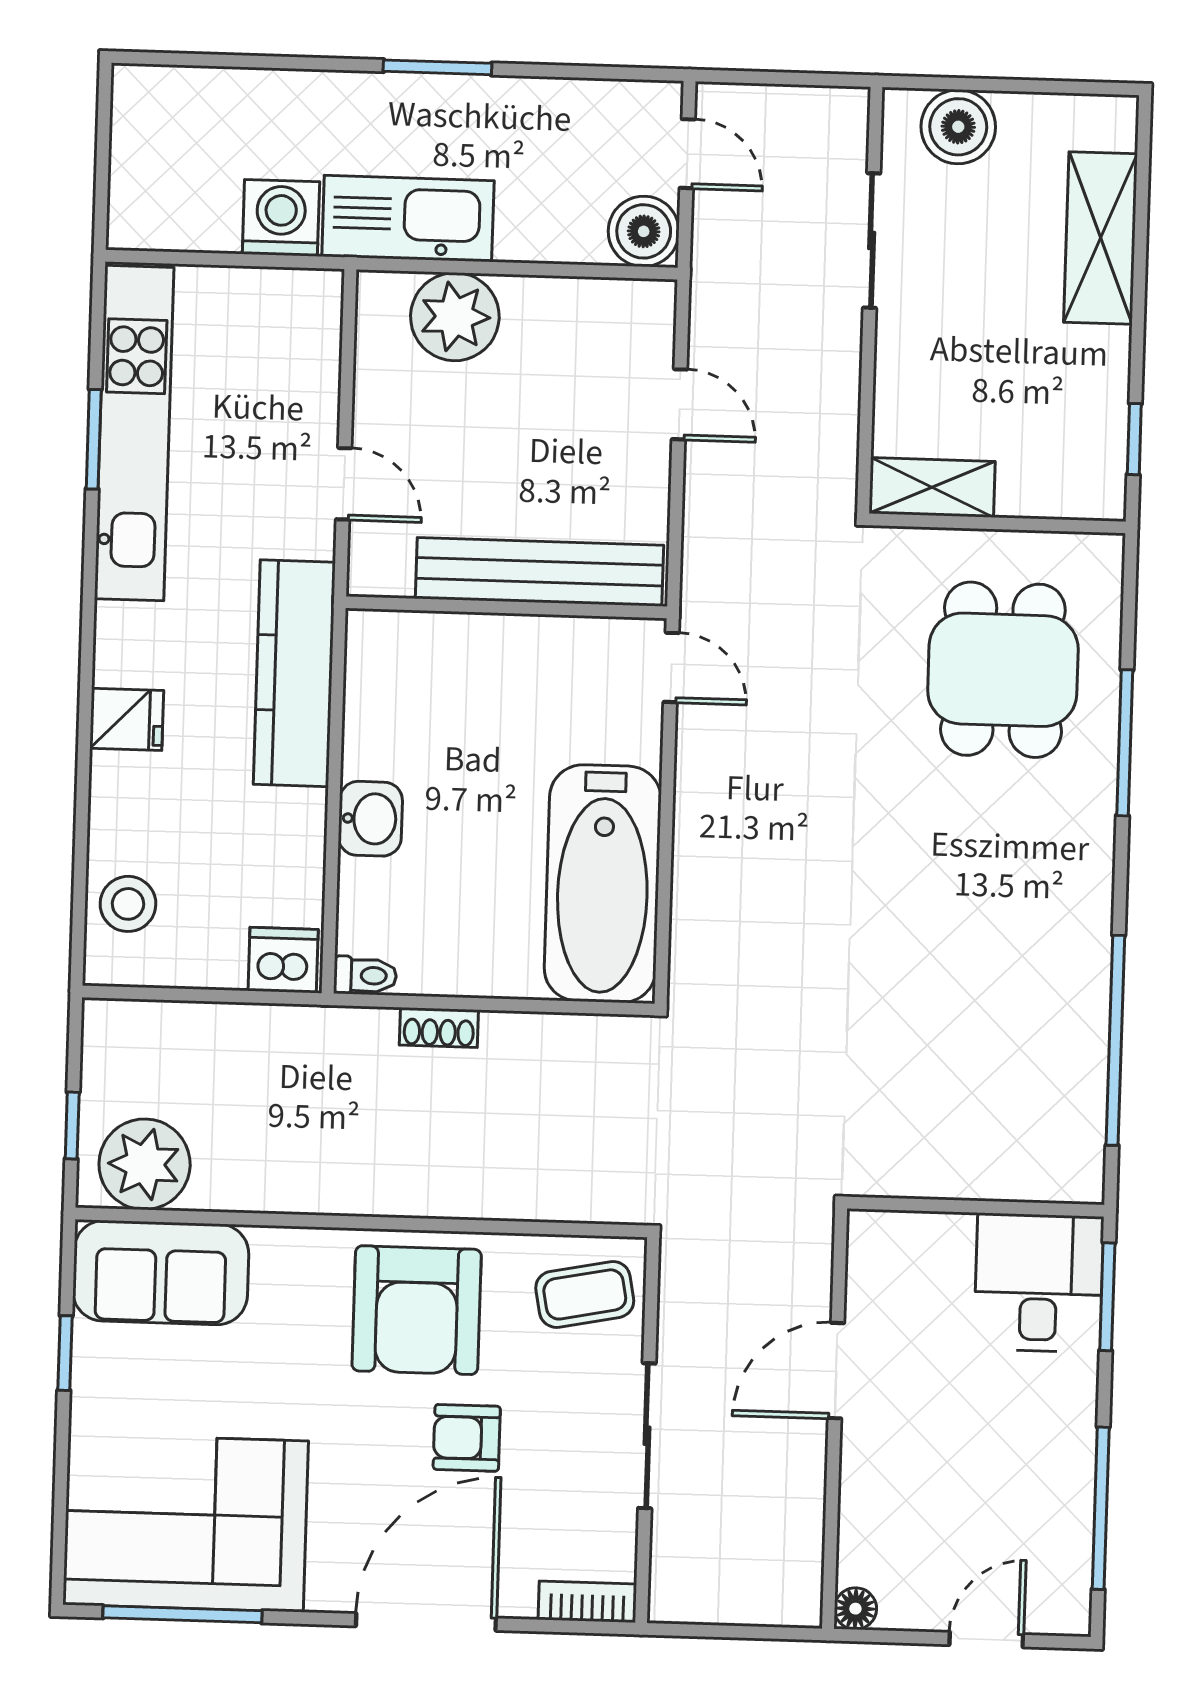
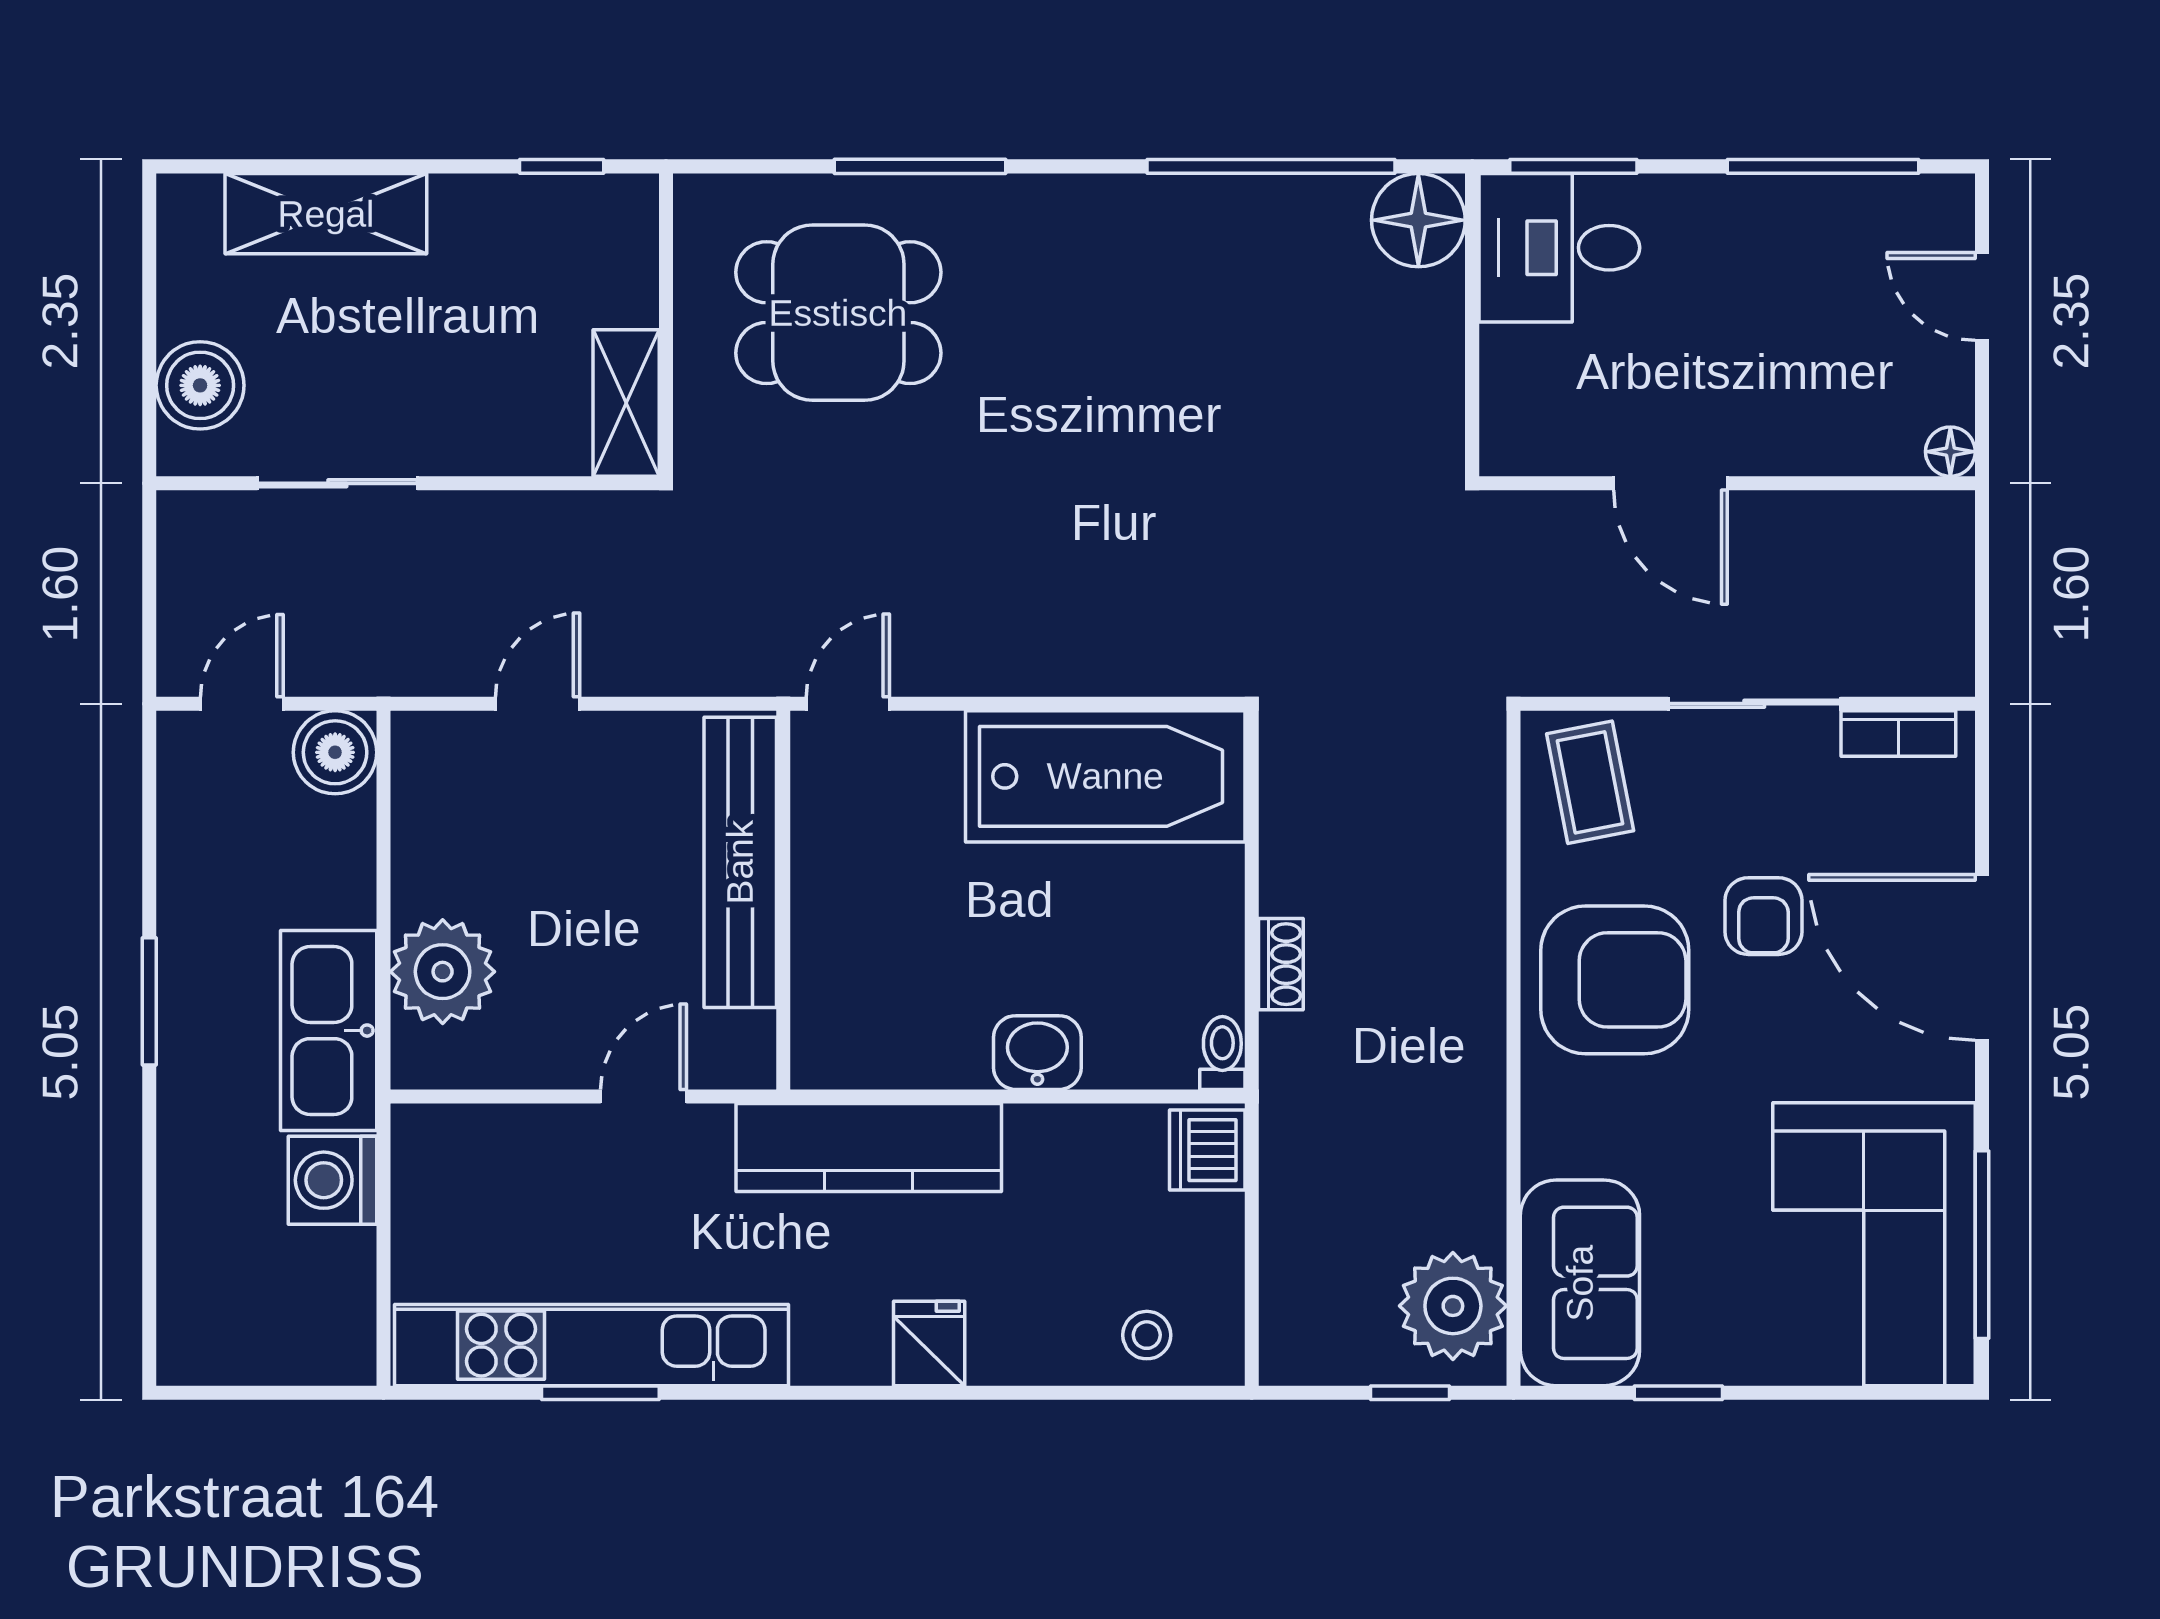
stool: (128, 904) -> (1147, 1335), width x0.73, depth x0.73
floor lamp: (1066, 1164) -> (1418, 220), added
bookcase: (587, 1602) -> (1898, 734), moved, turned -90

